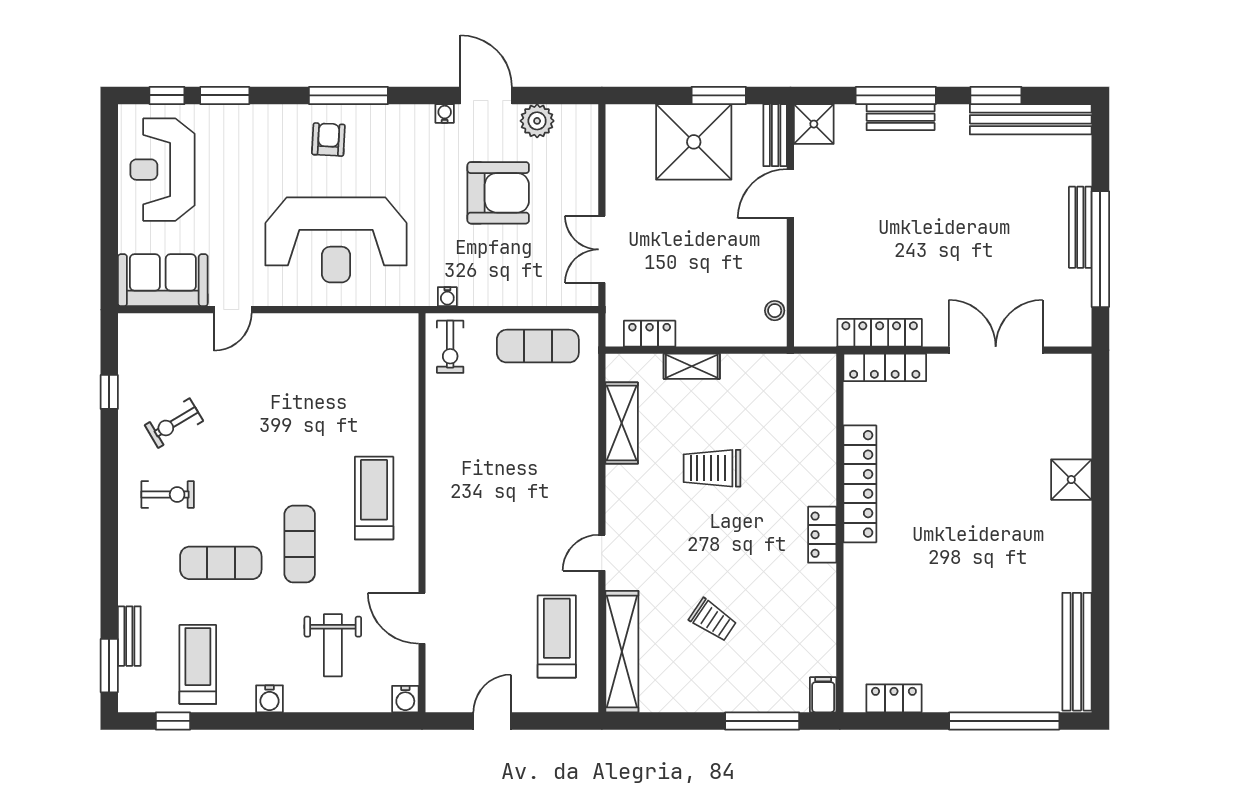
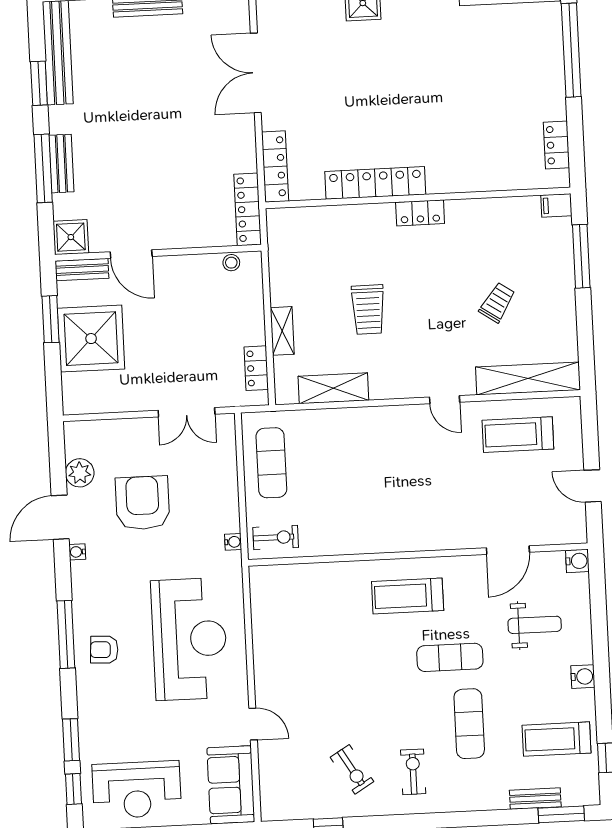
locker: (880, 333) -> (248, 209), moved

